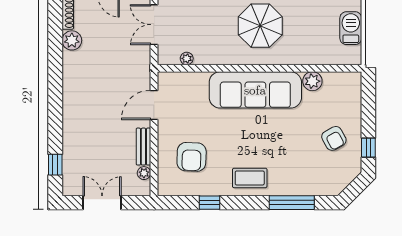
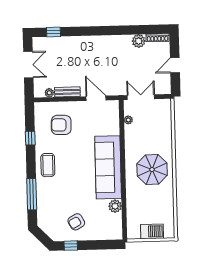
double door: (154, 25) -> (141, 97), moved

